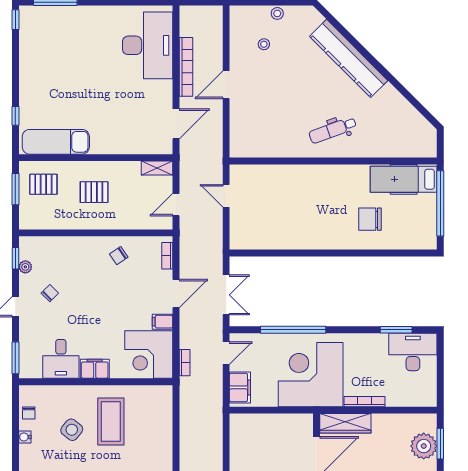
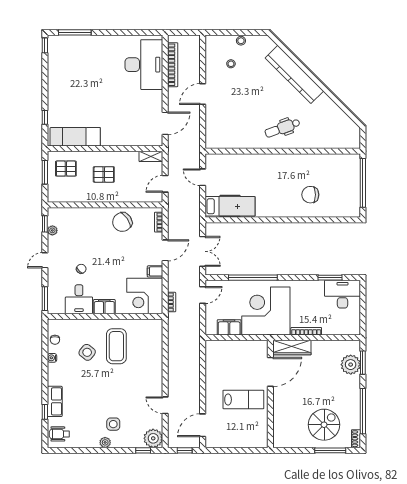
bookcase: (186, 67) -> (173, 65), moved
hospital bed: (404, 179) -> (230, 206), moved, turned 180
chair: (119, 256) -> (122, 222), width x1.87, depth x1.87
chair: (50, 293) -> (81, 269), moved
filing cabinet: (240, 387) -> (229, 327), moved, turned -90

